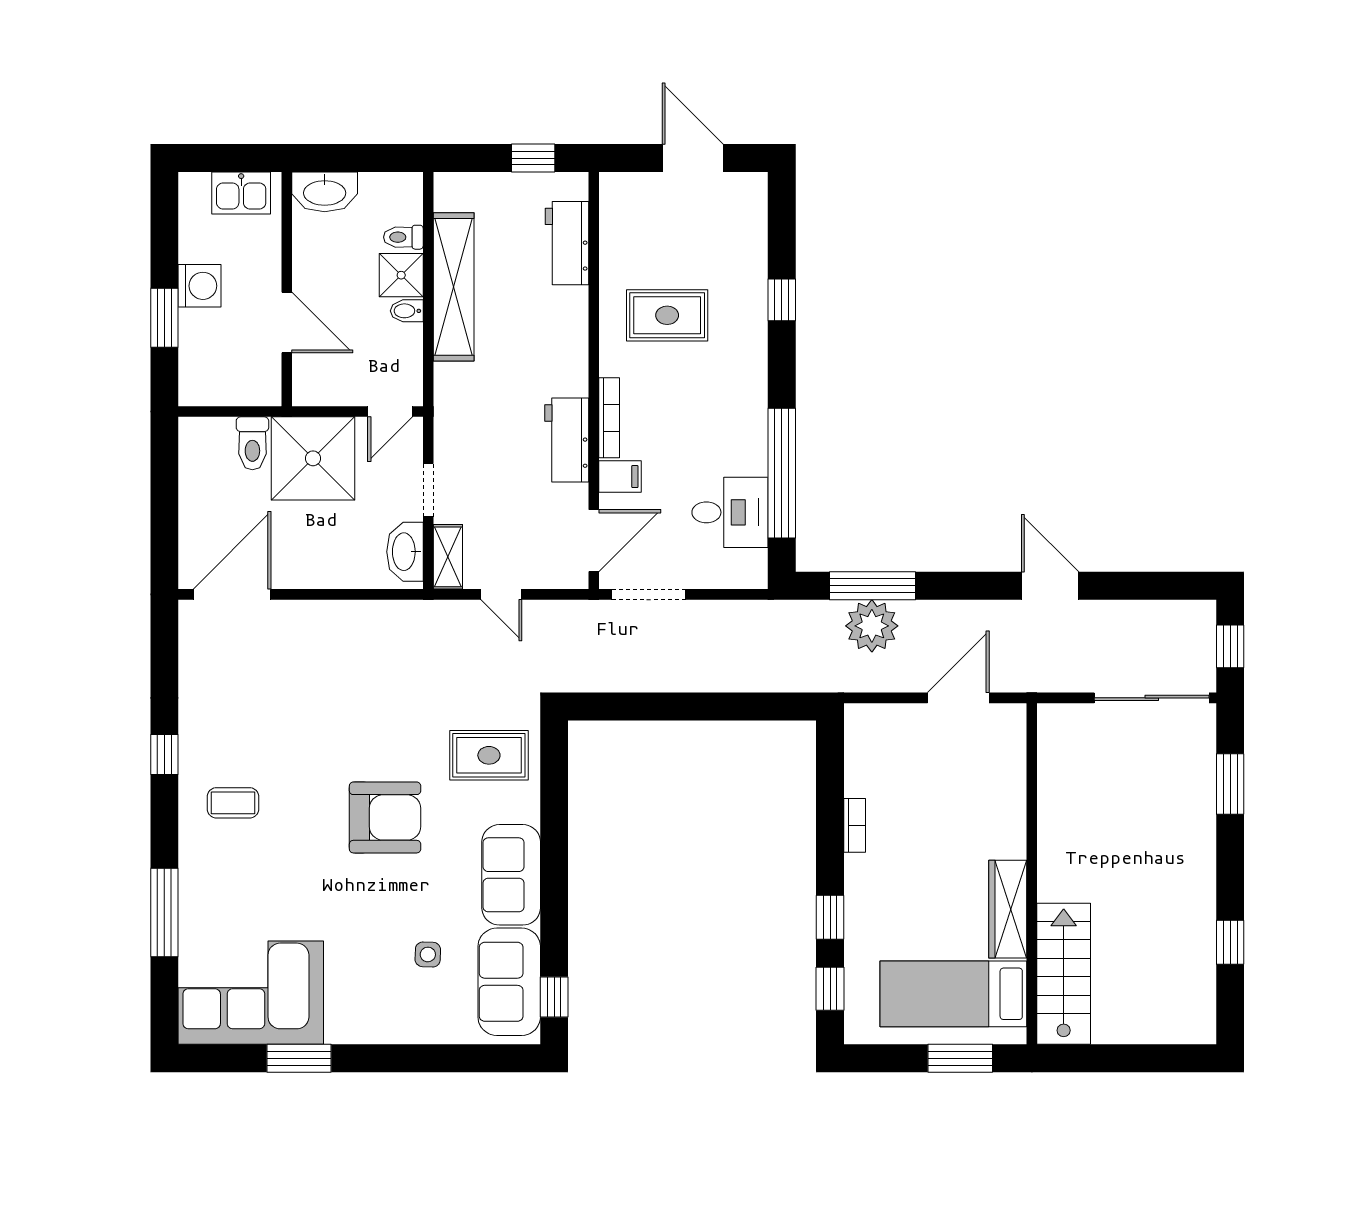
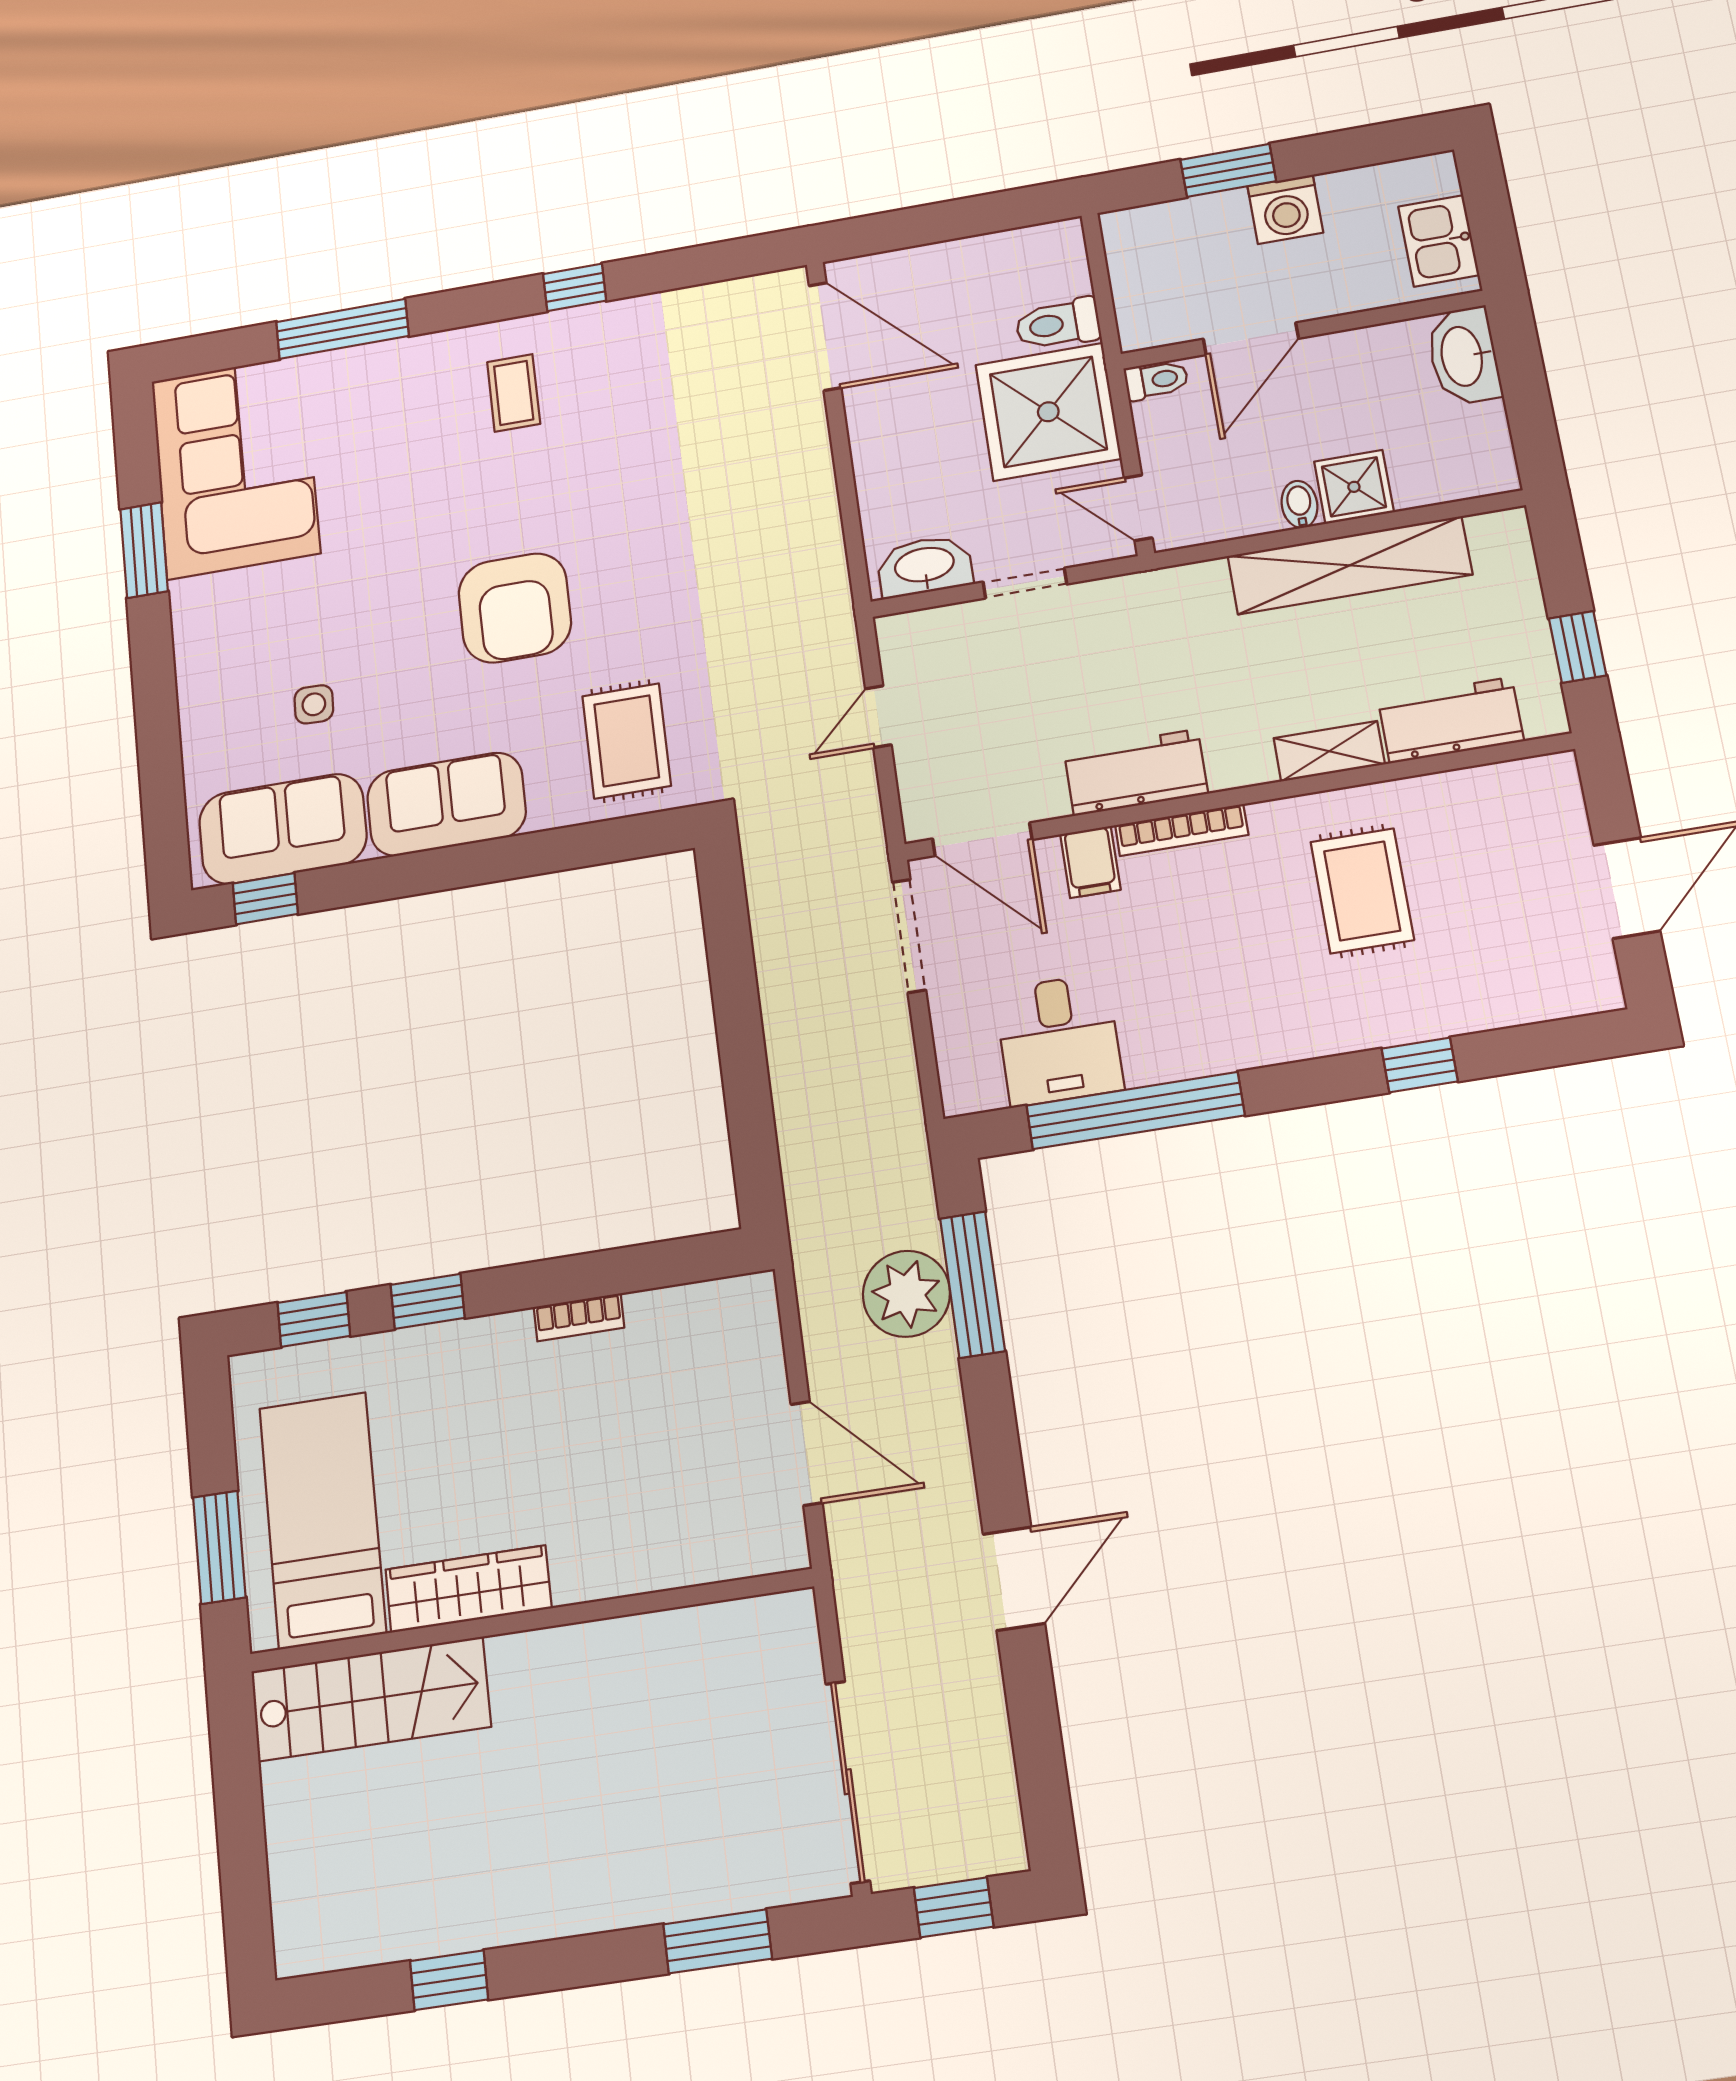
toilet: (403, 237) -> (1156, 380), moved, turned 90
shelving: (448, 557) -> (1329, 751), moved

